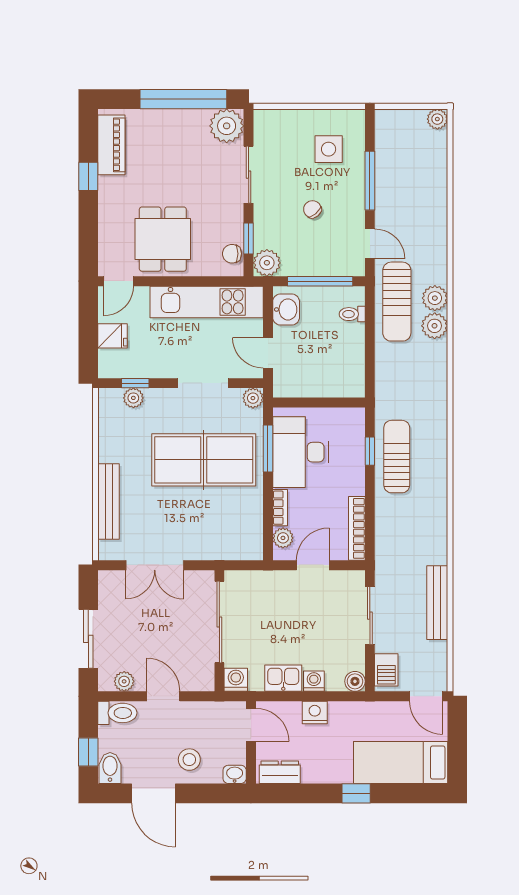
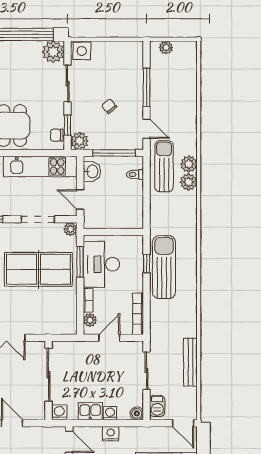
plant: (437, 119) -> (166, 47), moved
side table: (329, 149) -> (82, 51), moved
sun lounger: (397, 302) -> (164, 166), turned 180
sun lounger: (397, 457) -> (164, 267), width x1.36, depth x1.34

